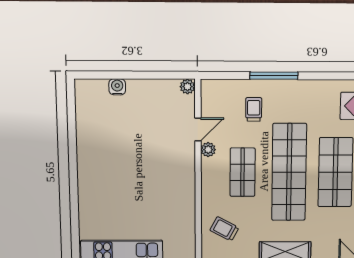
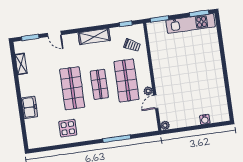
trolley: (254, 109) -> (125, 118), removed
shop shelf: (243, 172) -> (126, 81), width x1.43, depth x1.36
shop shelf: (289, 172) -> (99, 84), width x0.50, depth x0.74

